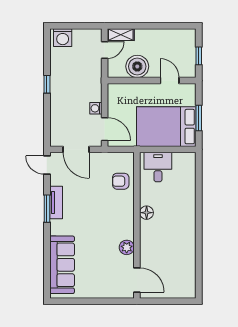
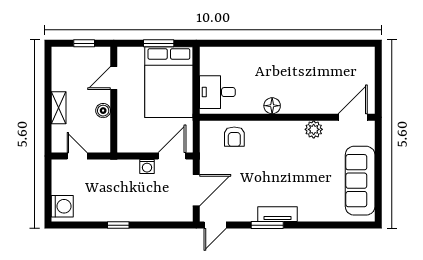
shelving: (121, 35) -> (59, 108), moved
boiler: (137, 66) -> (103, 111), width x0.54, depth x0.54
tv unit: (56, 203) -> (278, 214), moved
sofa: (62, 265) -> (360, 181), moved, turned -90

